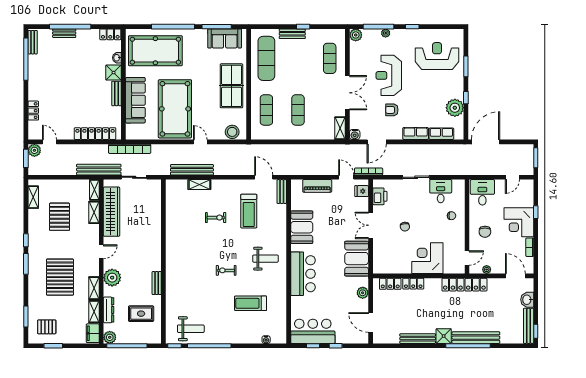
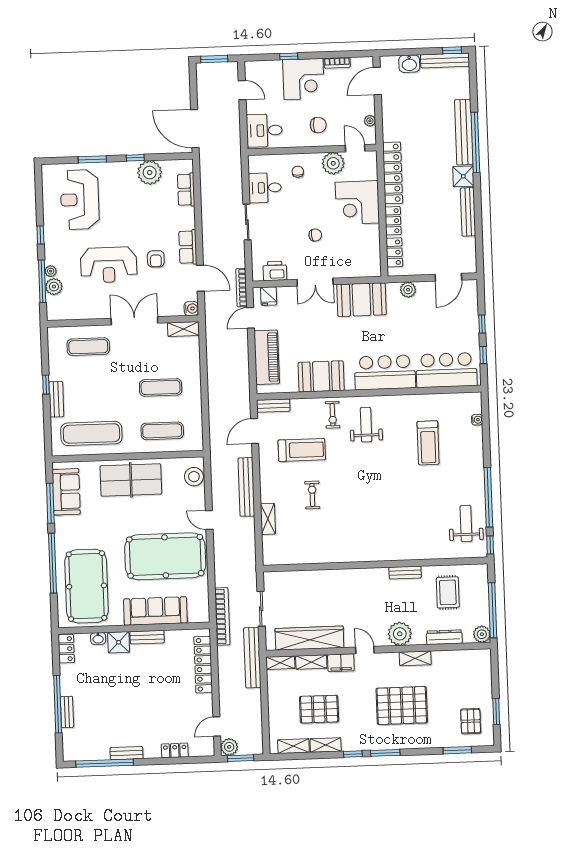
plant: (356, 35) -> (54, 287), moved
bench: (33, 42) -> (126, 753), moved
row of seats: (416, 134) -> (188, 247), moved
door: (200, 142) -> (209, 520), hinge flipped
bench: (192, 170) -> (246, 487), moved
piano: (317, 186) -> (267, 357), width x1.37, depth x1.33
plant: (457, 242) -> (333, 163), added
exercise bike: (226, 270) -> (333, 415), moved
locker: (464, 285) -> (393, 173), moved
shelving: (94, 312) -> (326, 745), moved
bar counter: (313, 331) -> (446, 370), moved, turned 90
filing cabinet: (93, 333) -> (341, 663), moved

